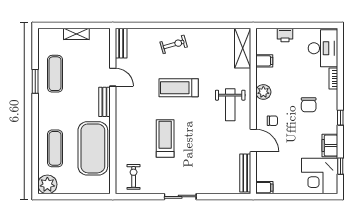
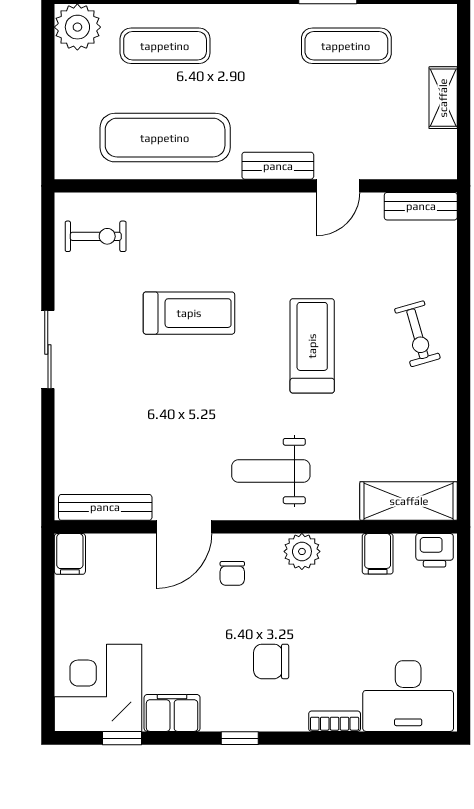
printer: (285, 35) -> (435, 550), moved, turned -90
exercise mat: (93, 148) -> (165, 138), width x0.68

